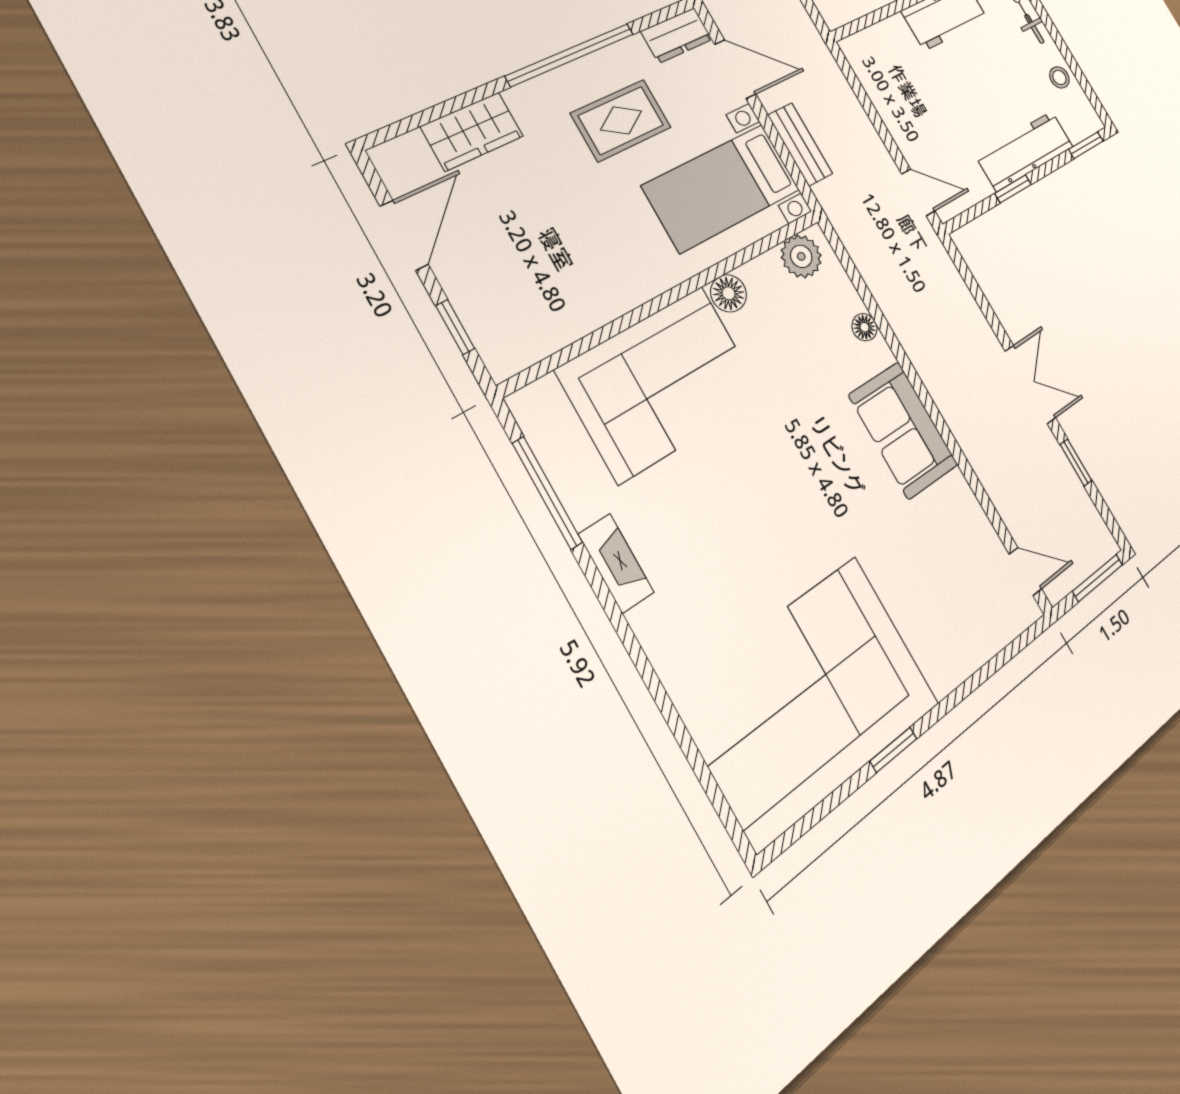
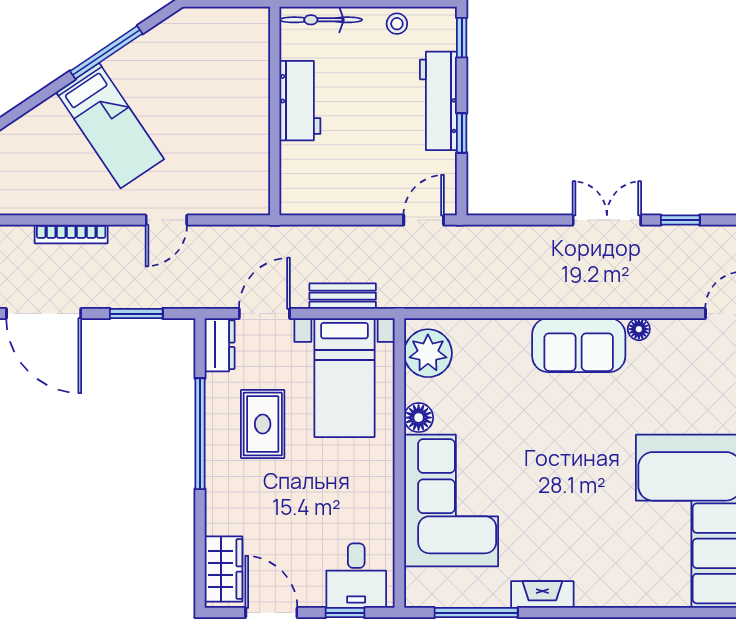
wardrobe: (472, 131) -> (224, 569), moved
plant: (801, 256) -> (428, 353), width x1.36, depth x1.36
desk: (509, 317) -> (356, 576), added
floor lamp: (865, 327) -> (639, 329), moved

